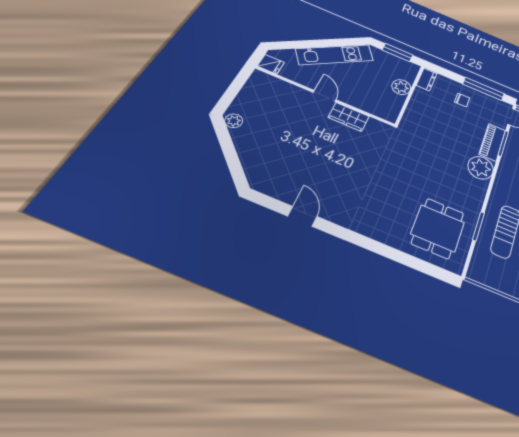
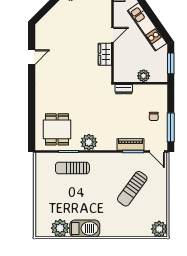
dresser: (427, 79) -> (124, 89), moved
plant: (481, 168) -> (89, 142), moved
dining table: (438, 228) -> (57, 129), turned 90

